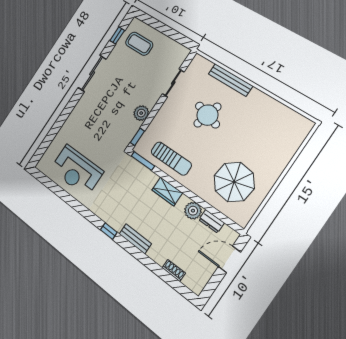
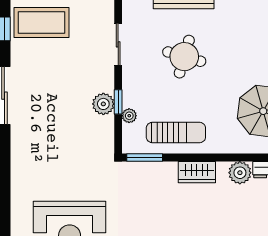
coffee table: (139, 44) -> (41, 23), width x1.36, depth x1.32
plant: (151, 130) -> (129, 116), added
window: (137, 137) -> (118, 102), moved

